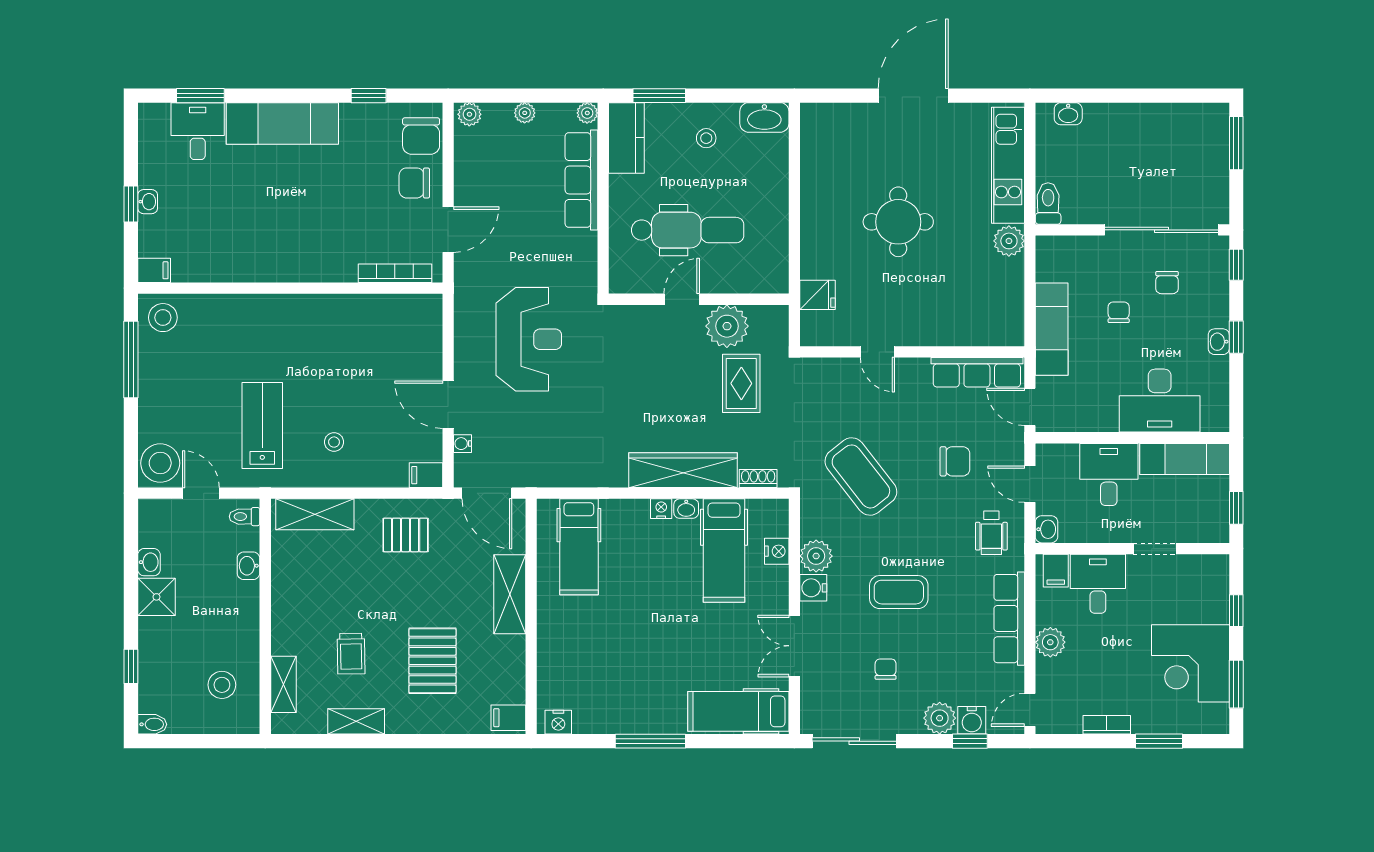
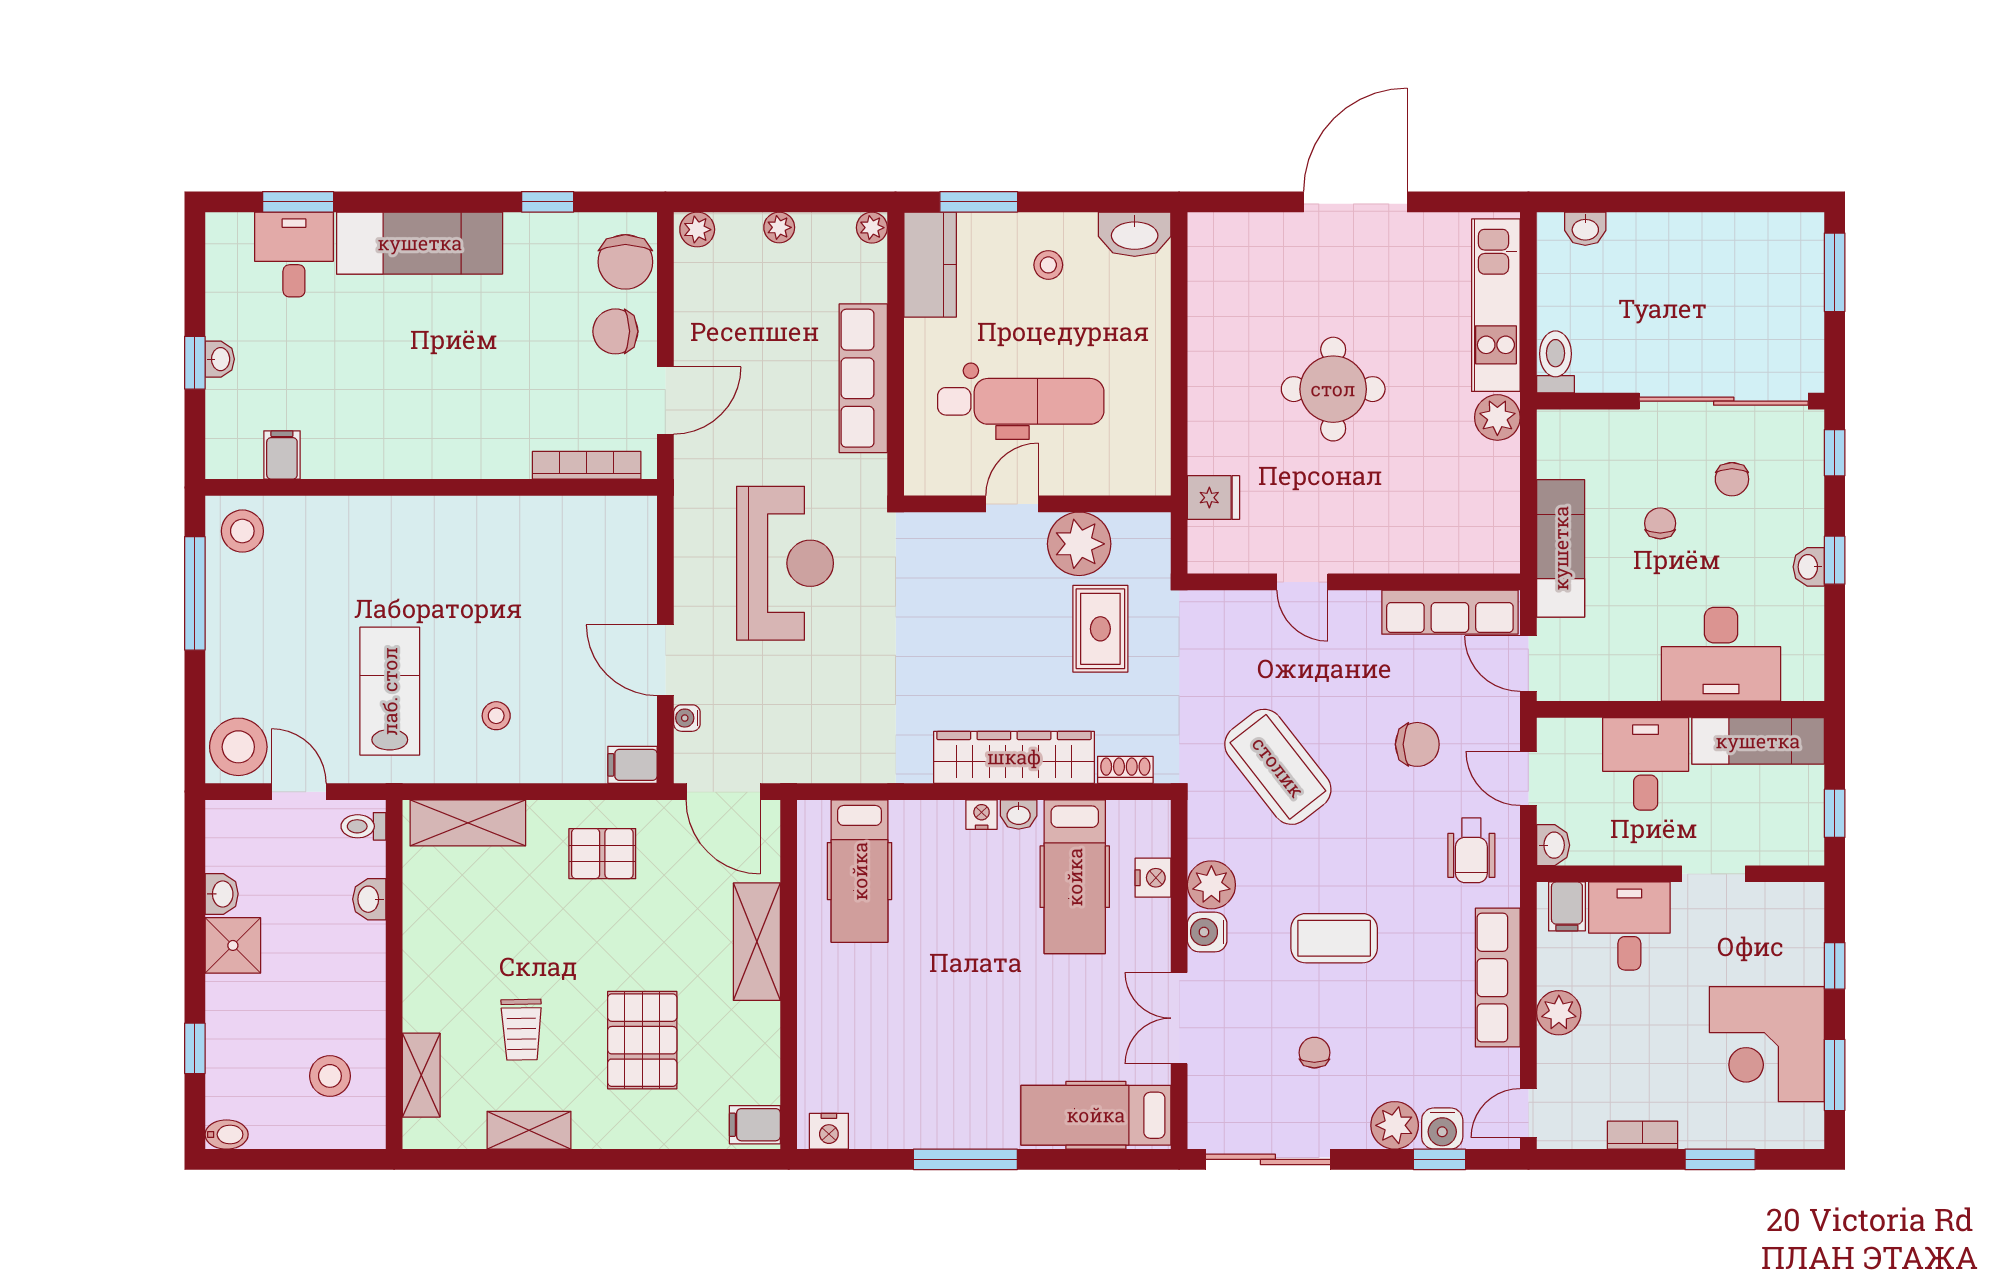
row of seats: (581, 180) -> (863, 378), moved
filing cabinet: (154, 270) -> (282, 455), moved, turned -90

